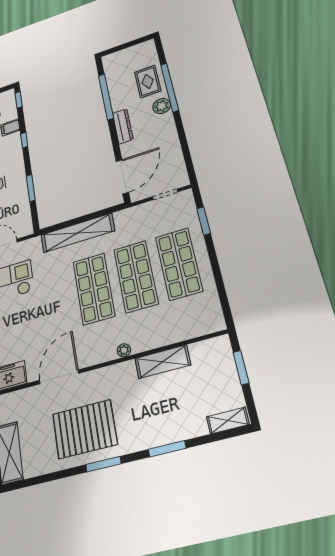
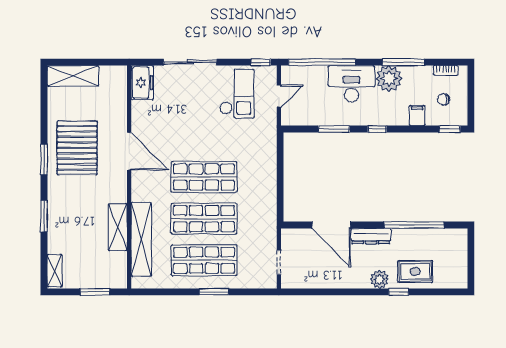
window: (170, 87) -> (399, 292), width x0.32
window: (24, 140) -> (377, 129), moved
door: (122, 177) -> (331, 225), moved
window: (204, 221) -> (214, 292), moved
shelving: (78, 233) -> (141, 239), moved
plant: (124, 350) -> (137, 195), removed
door: (59, 377) -> (129, 151), moved

